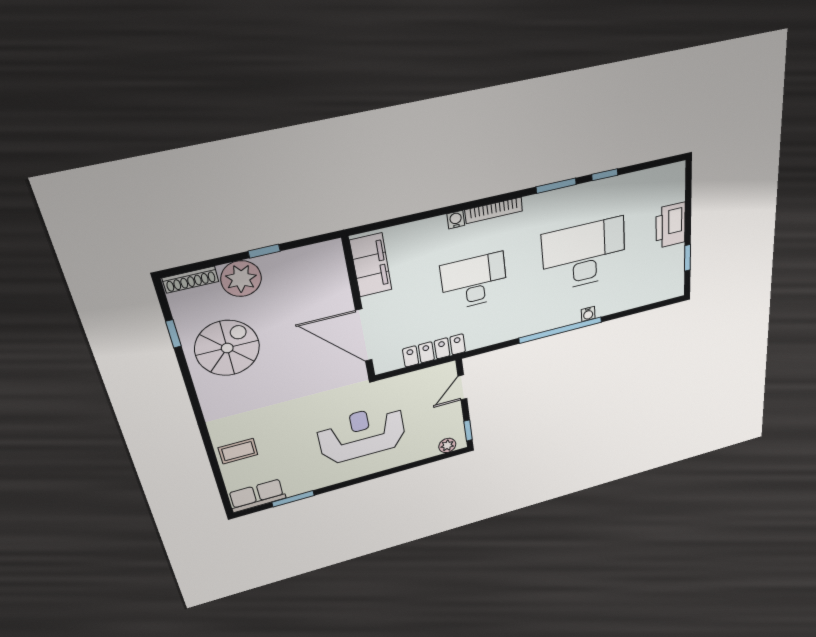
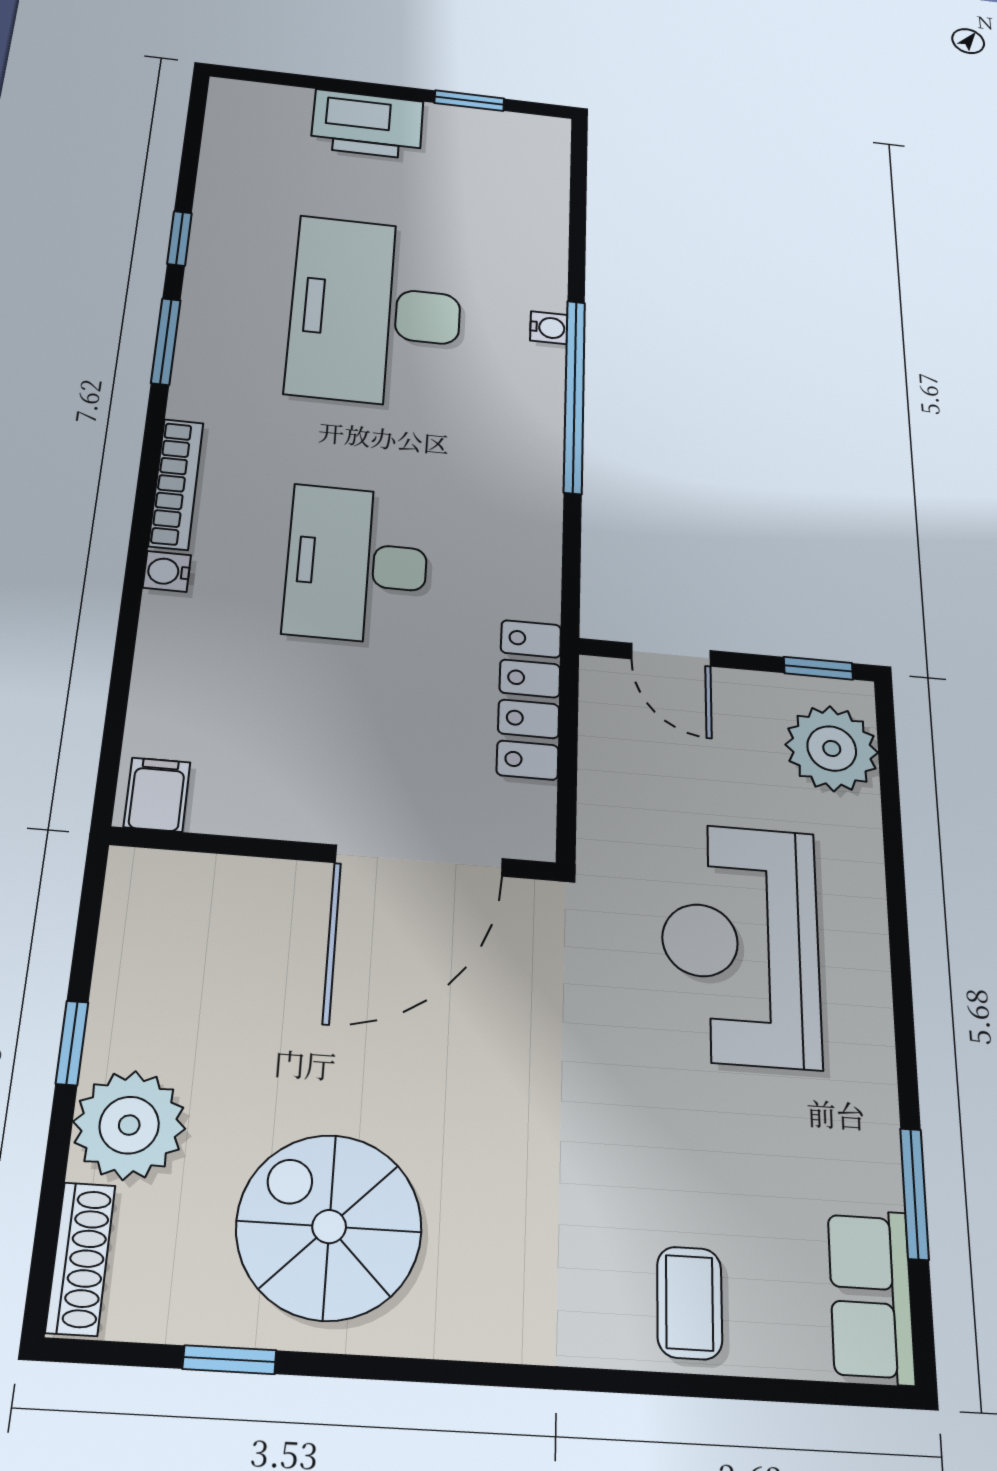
filing cabinet: (371, 265) -> (157, 795), width x0.33, depth x0.86
plant: (447, 445) -> (832, 748), width x1.87, depth x1.87

